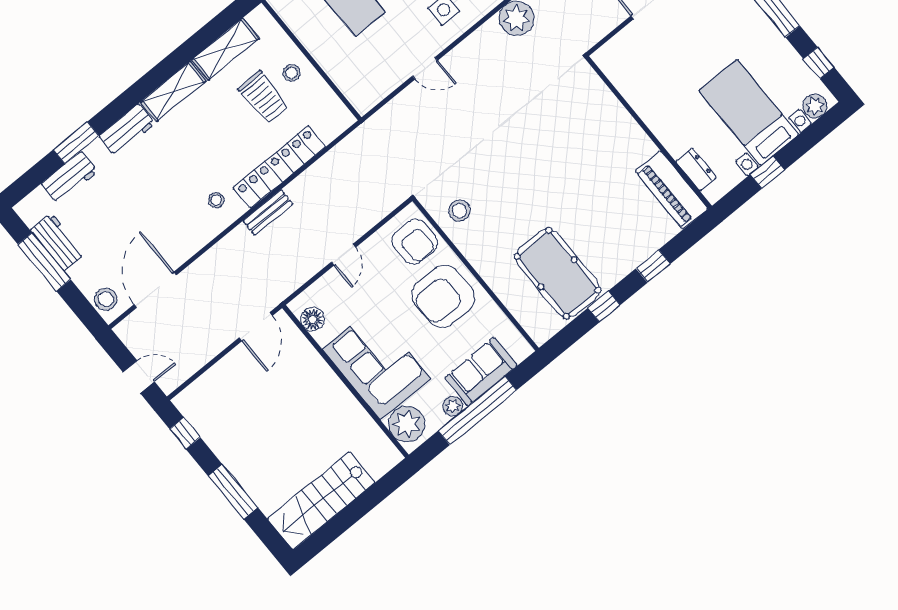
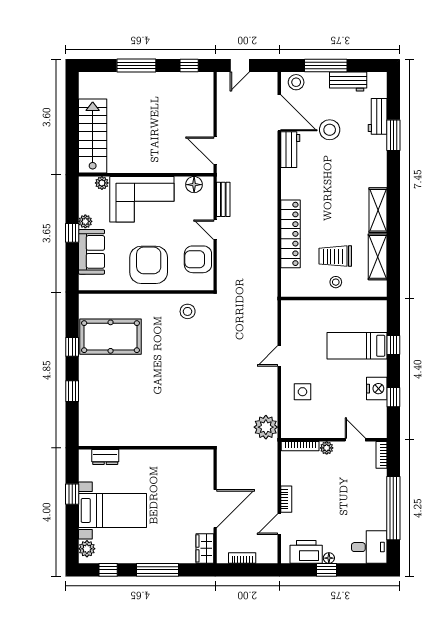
workbench: (127, 130) -> (290, 150), moved, turned 180
piano: (672, 190) -> (105, 435), removed
stool: (216, 200) -> (330, 130), moved, width x1.89, depth x1.89
bench: (268, 212) -> (223, 199), moved
armchair: (415, 242) -> (198, 259), moved
window: (44, 262) -> (326, 66), moved
window: (477, 410) -> (72, 233), width x0.32
plant: (407, 424) -> (102, 183), width x0.53, depth x0.53
stairs: (321, 501) -> (93, 136), moved

